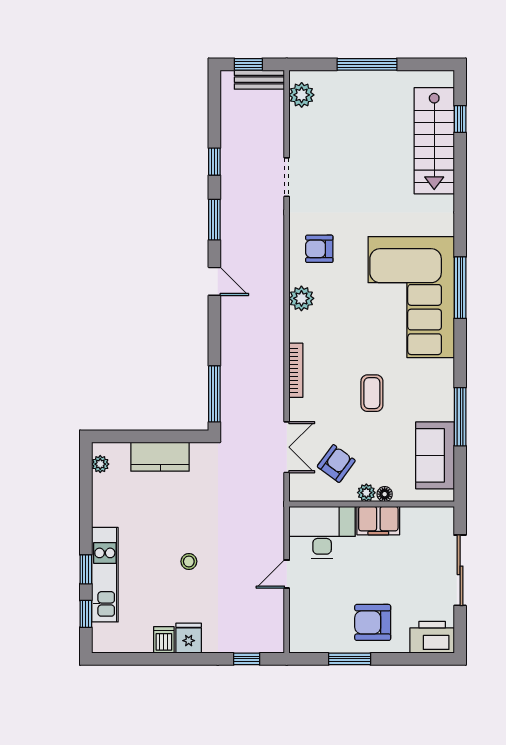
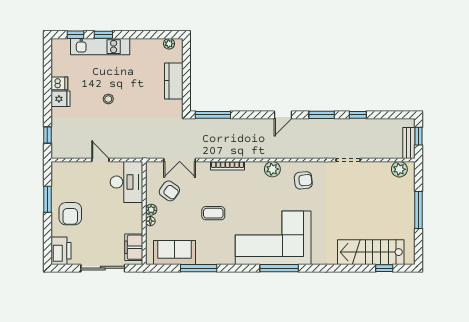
armchair: (319, 249) -> (303, 180), turned 84
filing cabinet: (378, 521) -> (134, 247), moved
armchair: (373, 622) -> (70, 214), turned 180

